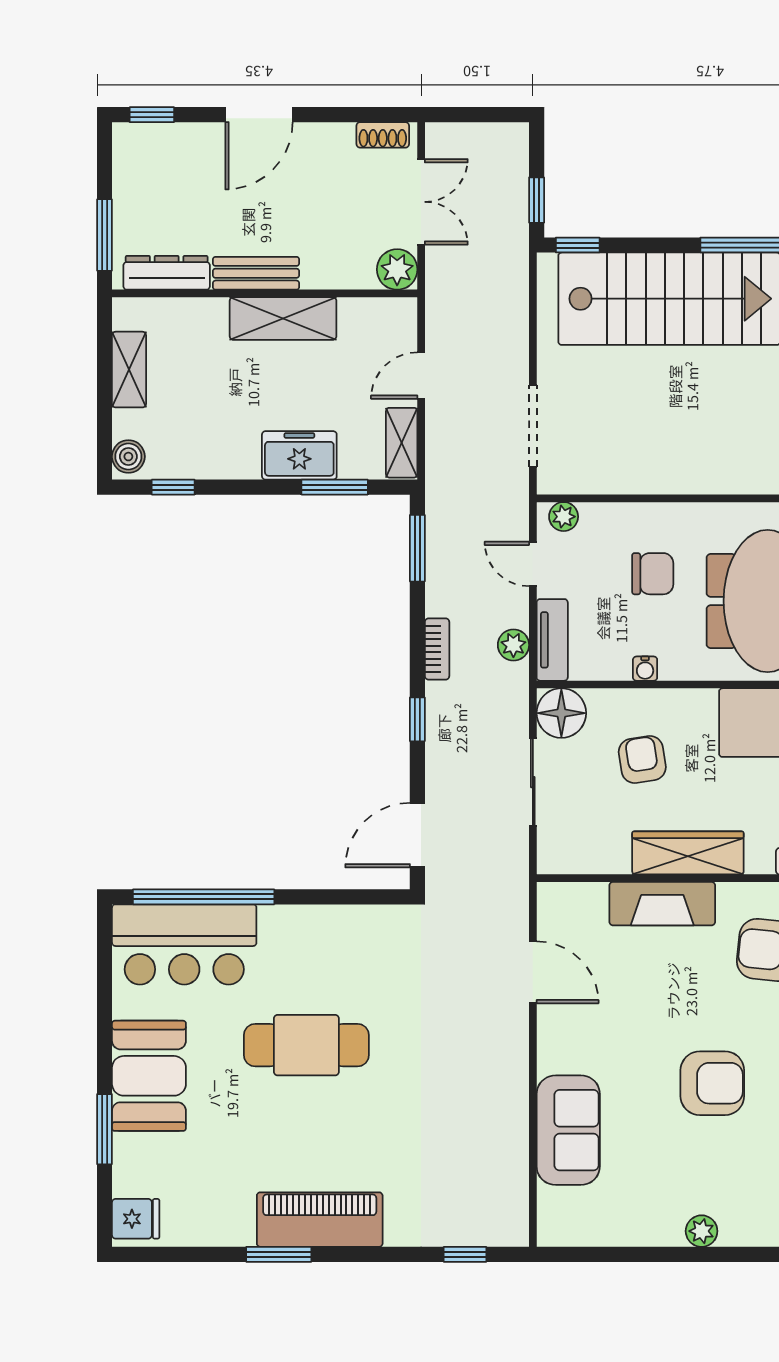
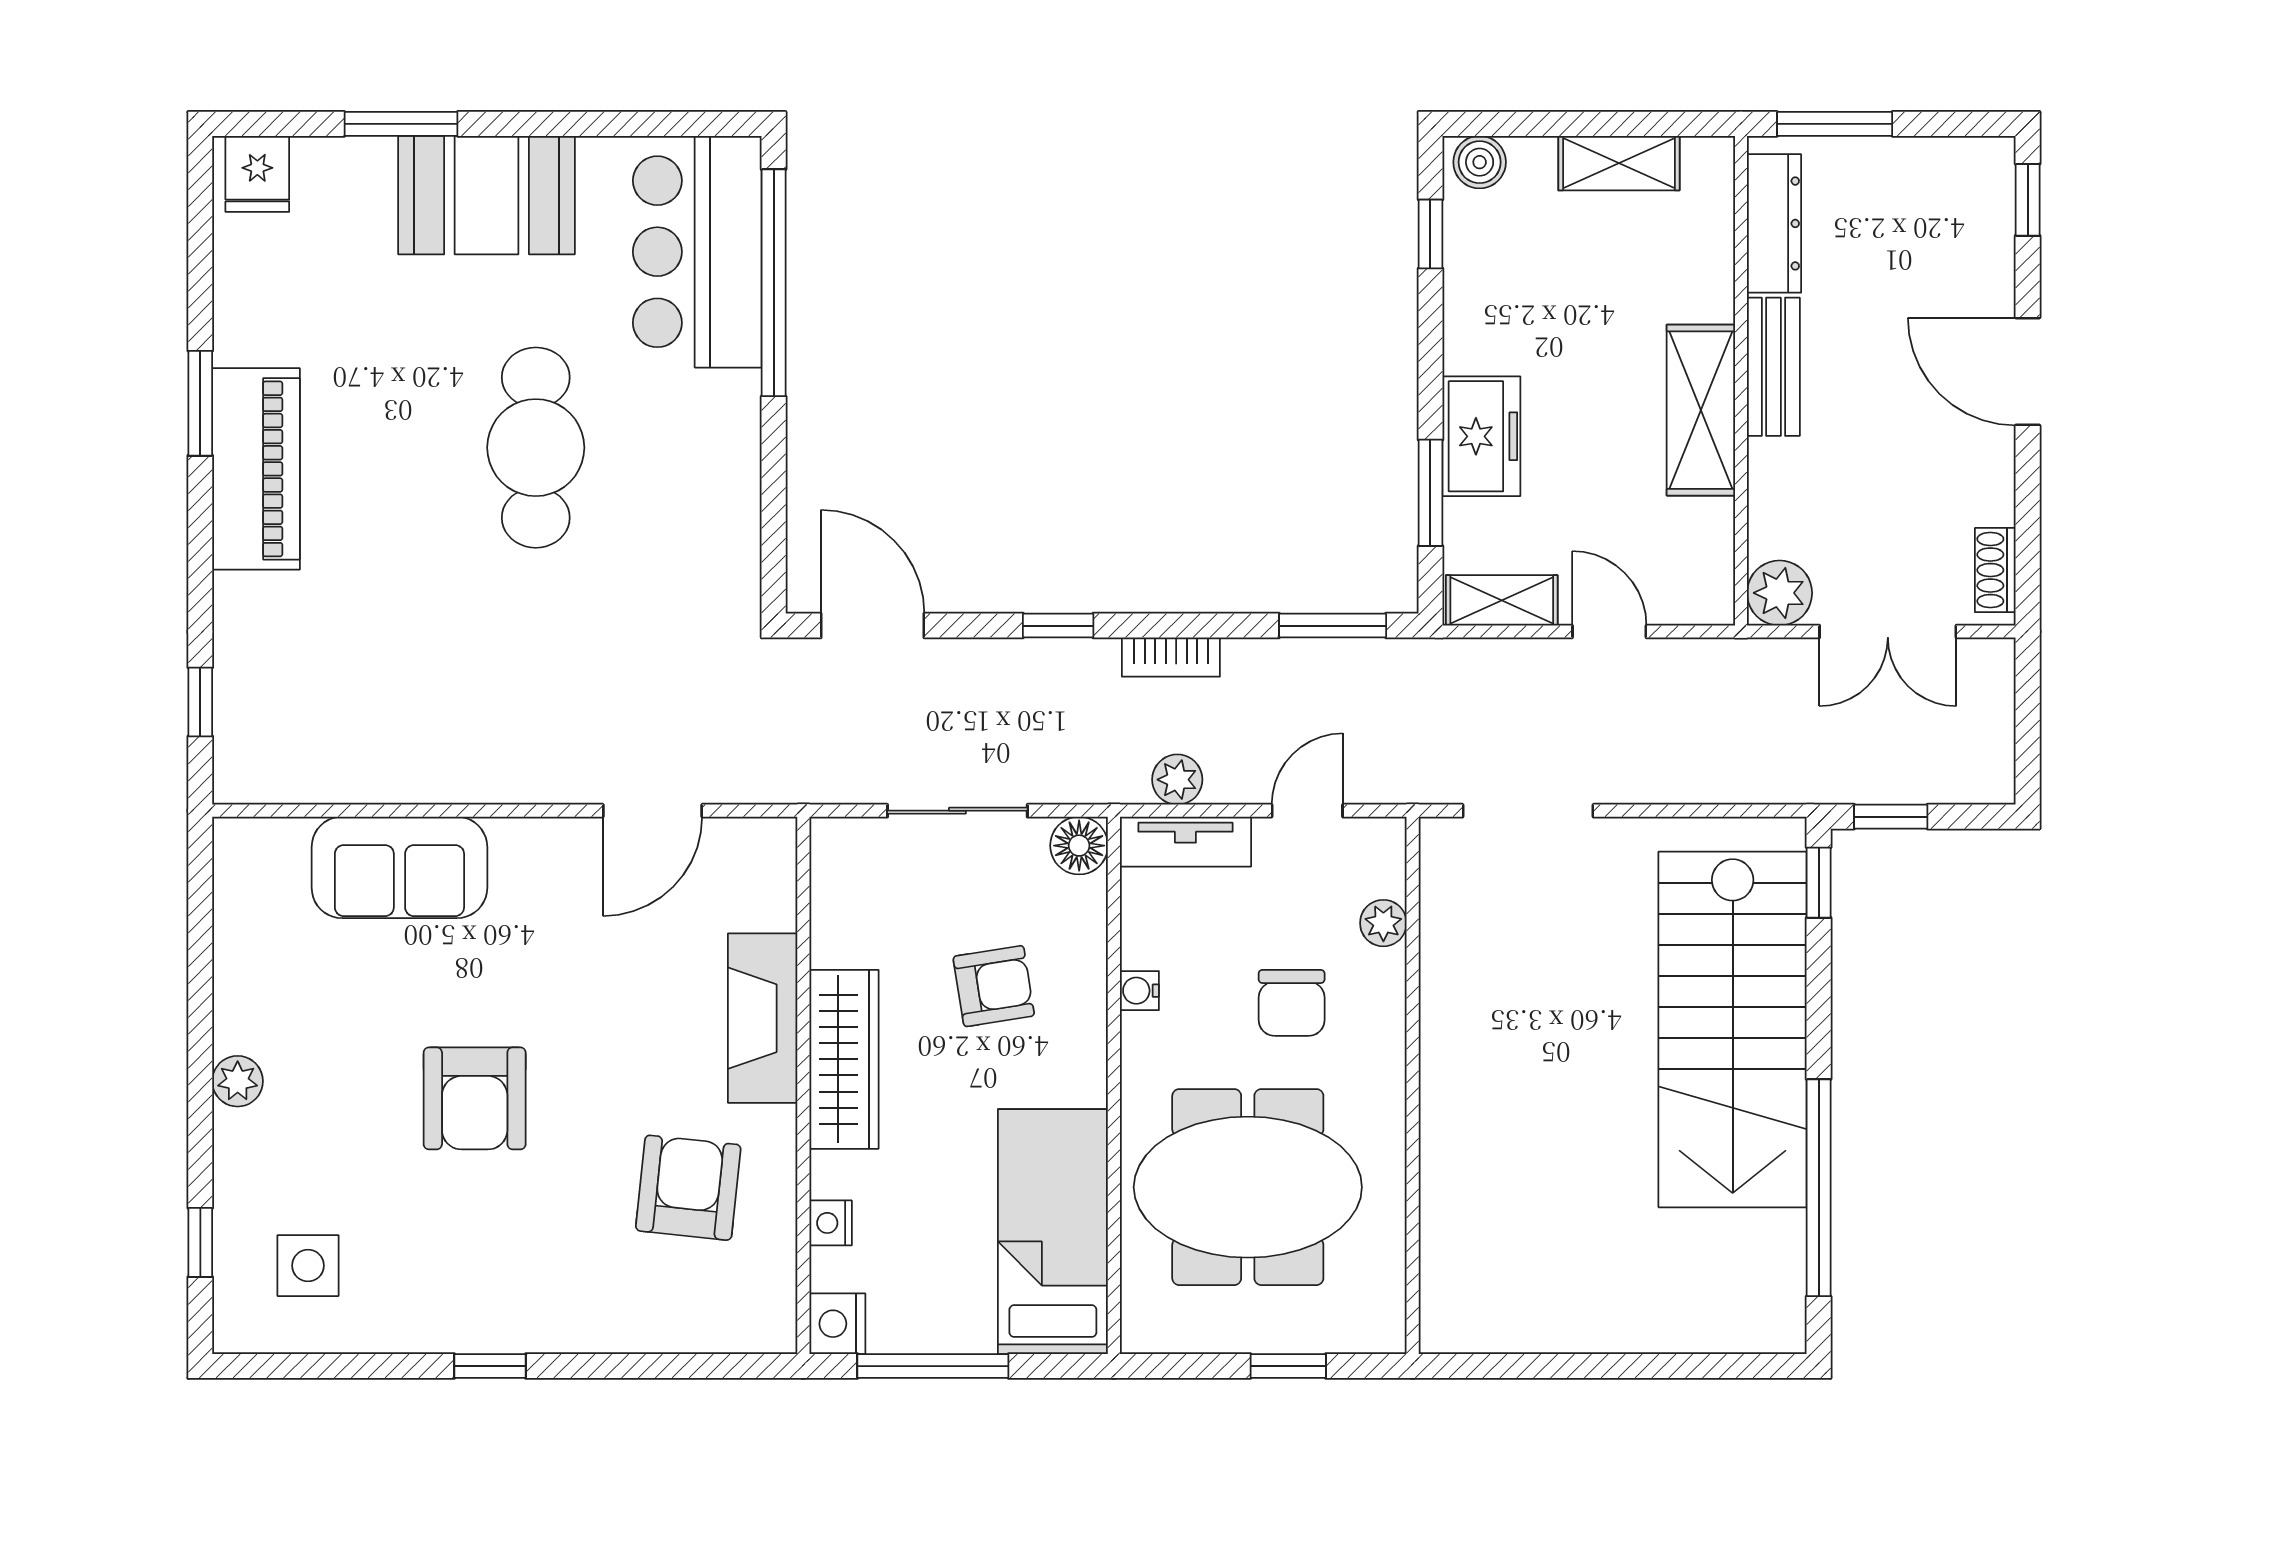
plant: (564, 517) -> (1383, 923), moved
floor lamp: (561, 713) -> (1079, 846), width x0.73, depth x0.73

